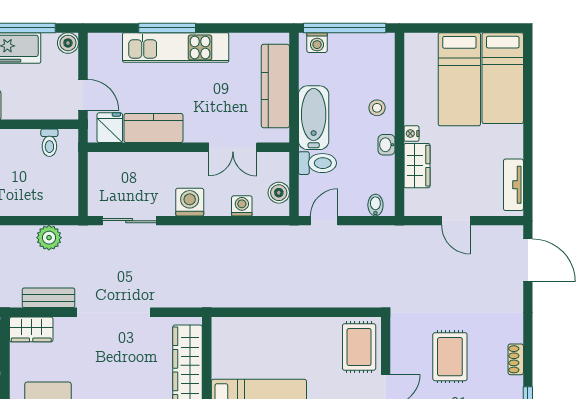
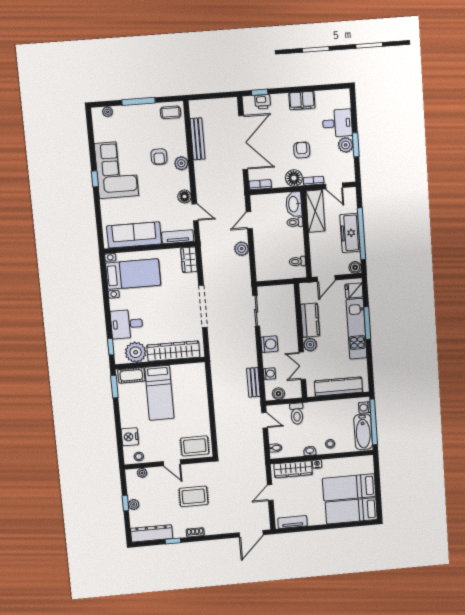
bathtub: (314, 118) -> (363, 432), moved, turned 90
fridge: (110, 128) -> (354, 291), moved, turned 180
plant: (197, 131) -> (310, 345), added
wardrobe: (417, 166) -> (293, 469), width x1.50
plant: (49, 238) -> (242, 249), moved
bench: (49, 298) -> (253, 382), moved

